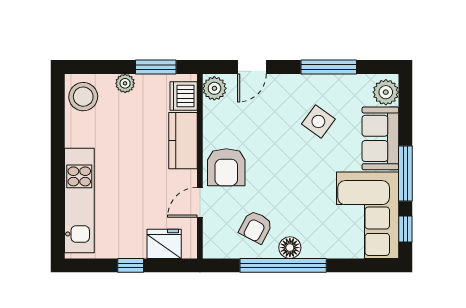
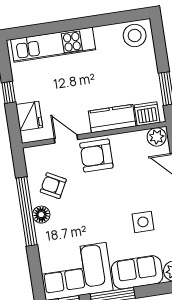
plant: (125, 83) -> (150, 67), removed
side table: (318, 121) -> (143, 222), turned -36

